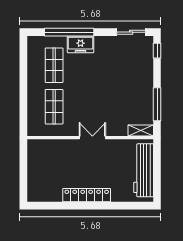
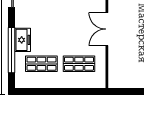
double door: (92, 138) -> (107, 29), width x1.37

